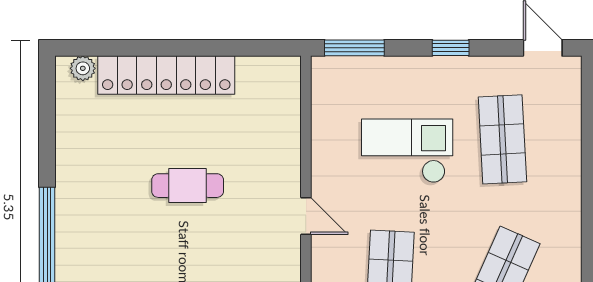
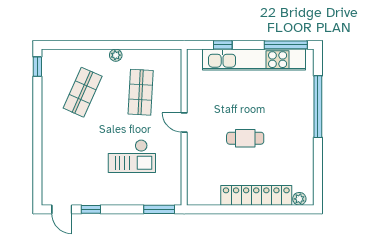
window: (451, 48) -> (91, 209), moved
shop shelf: (502, 139) -> (83, 162), removed

